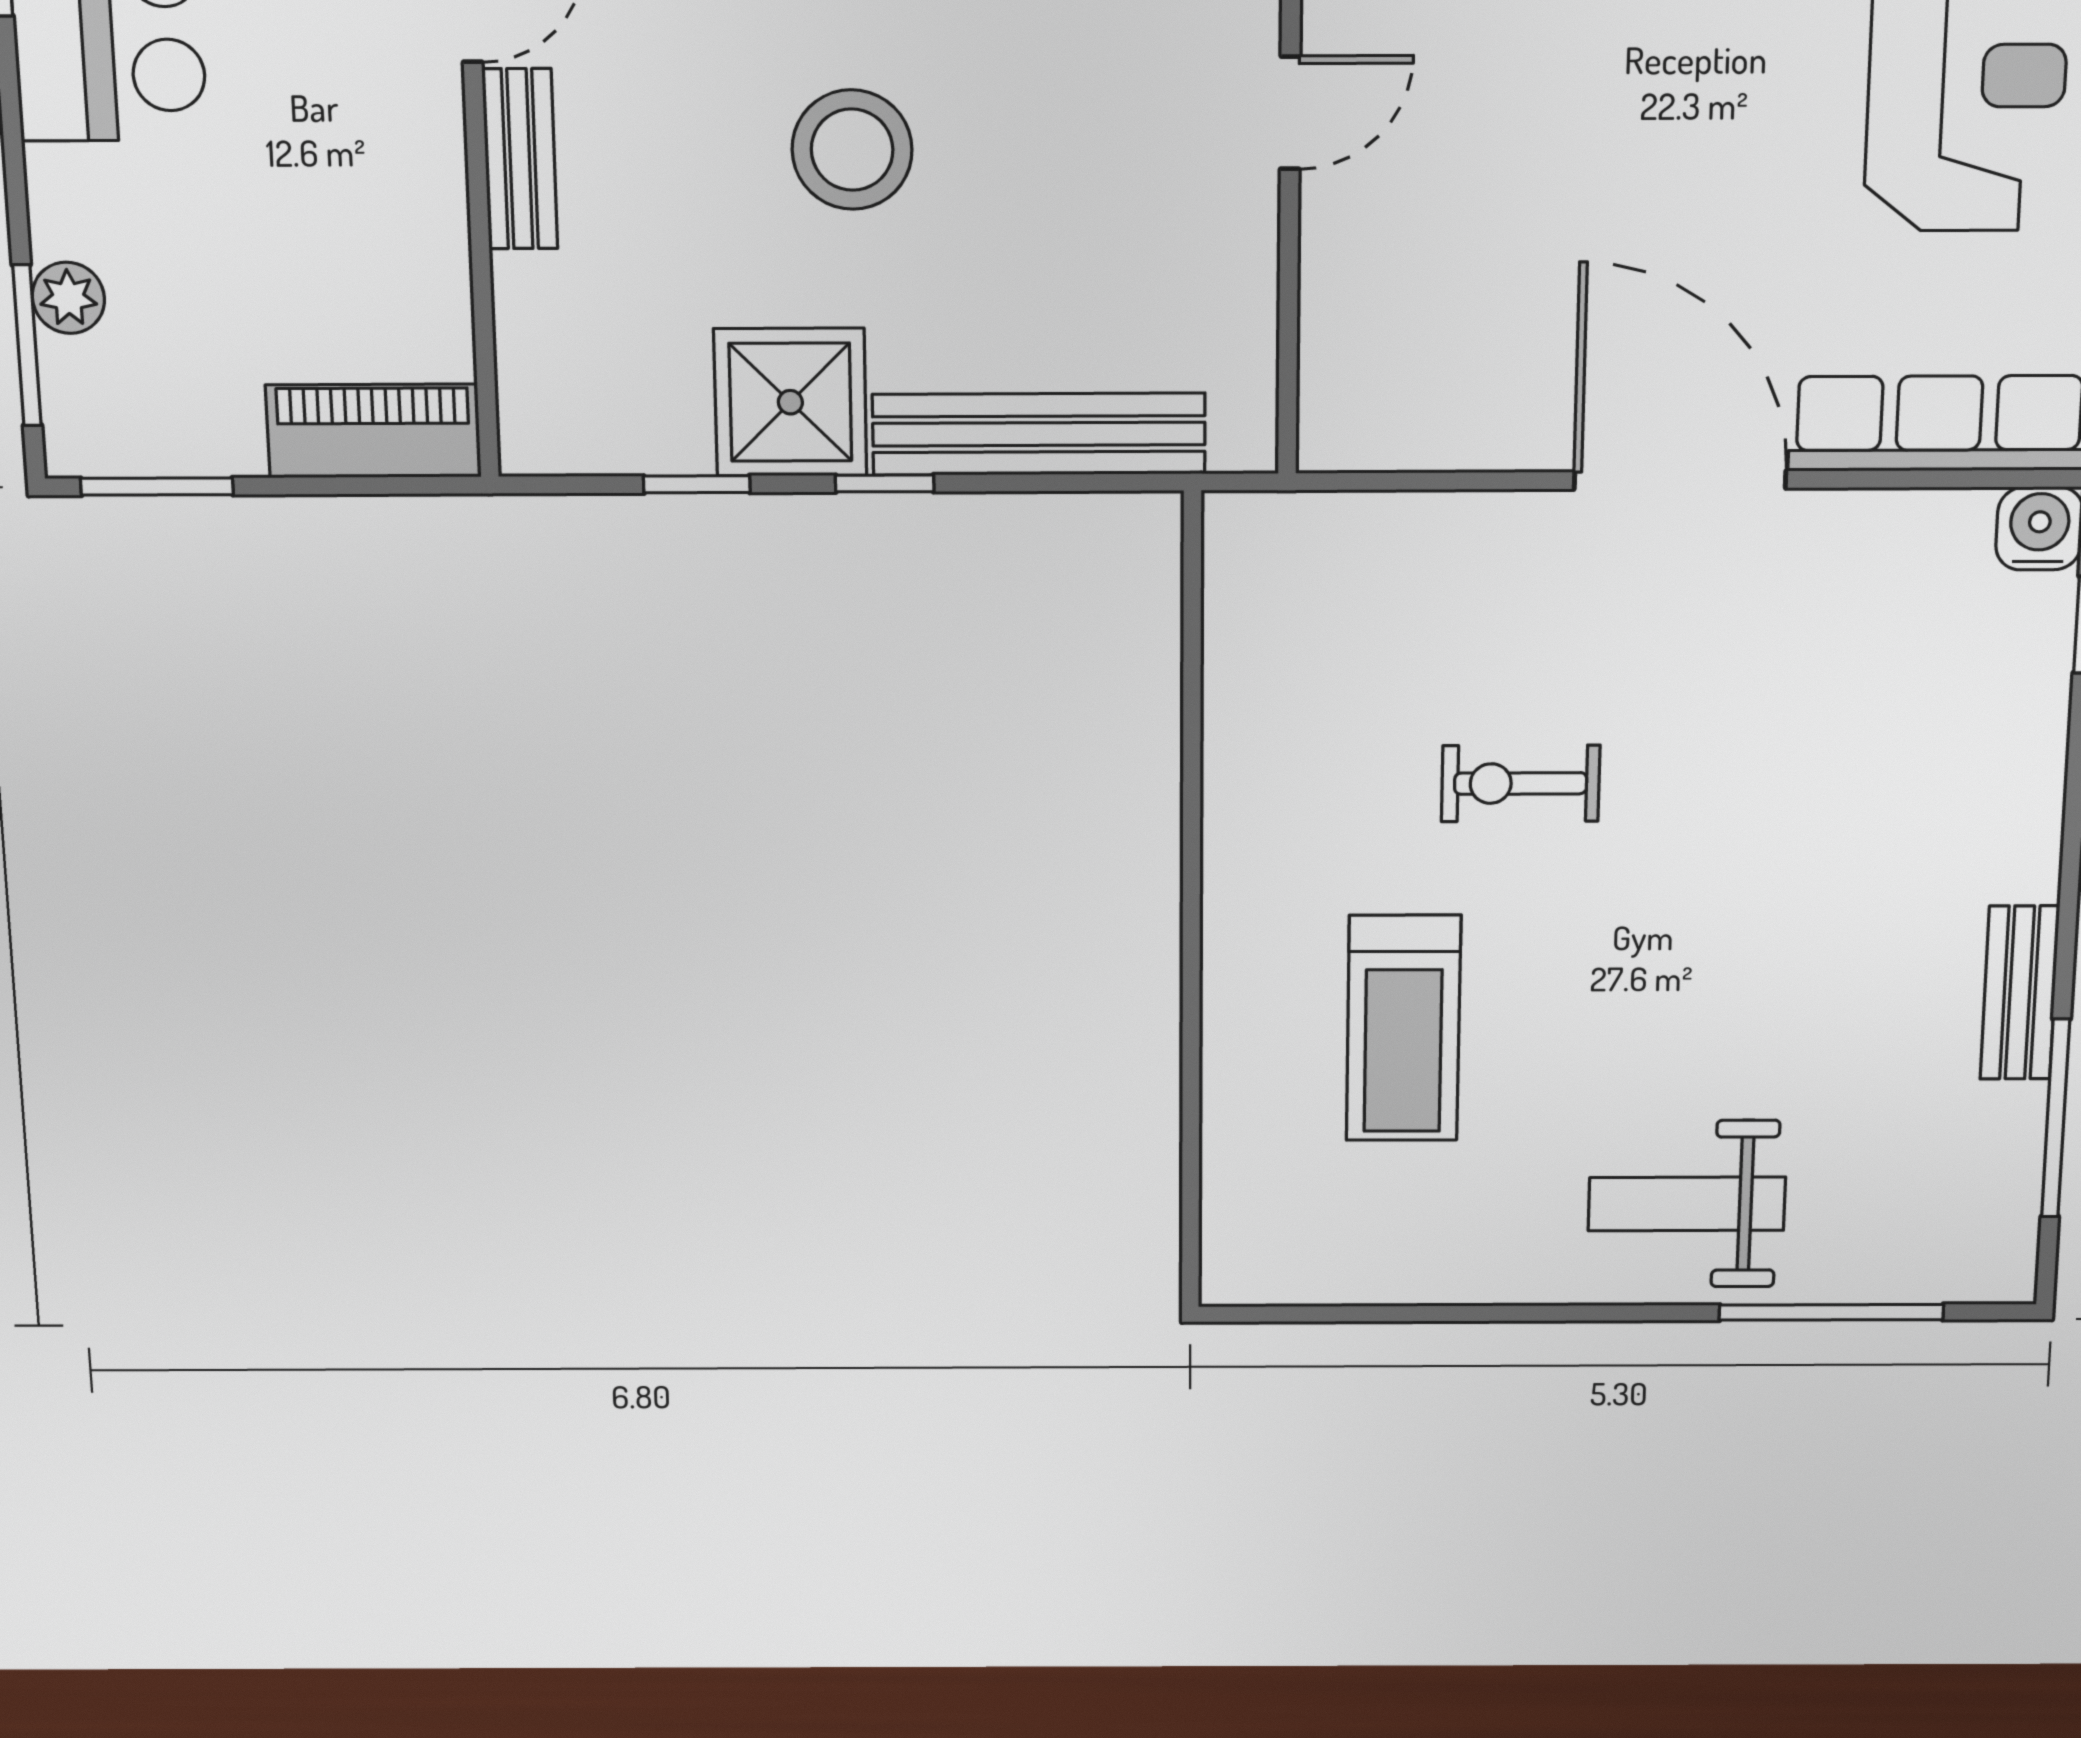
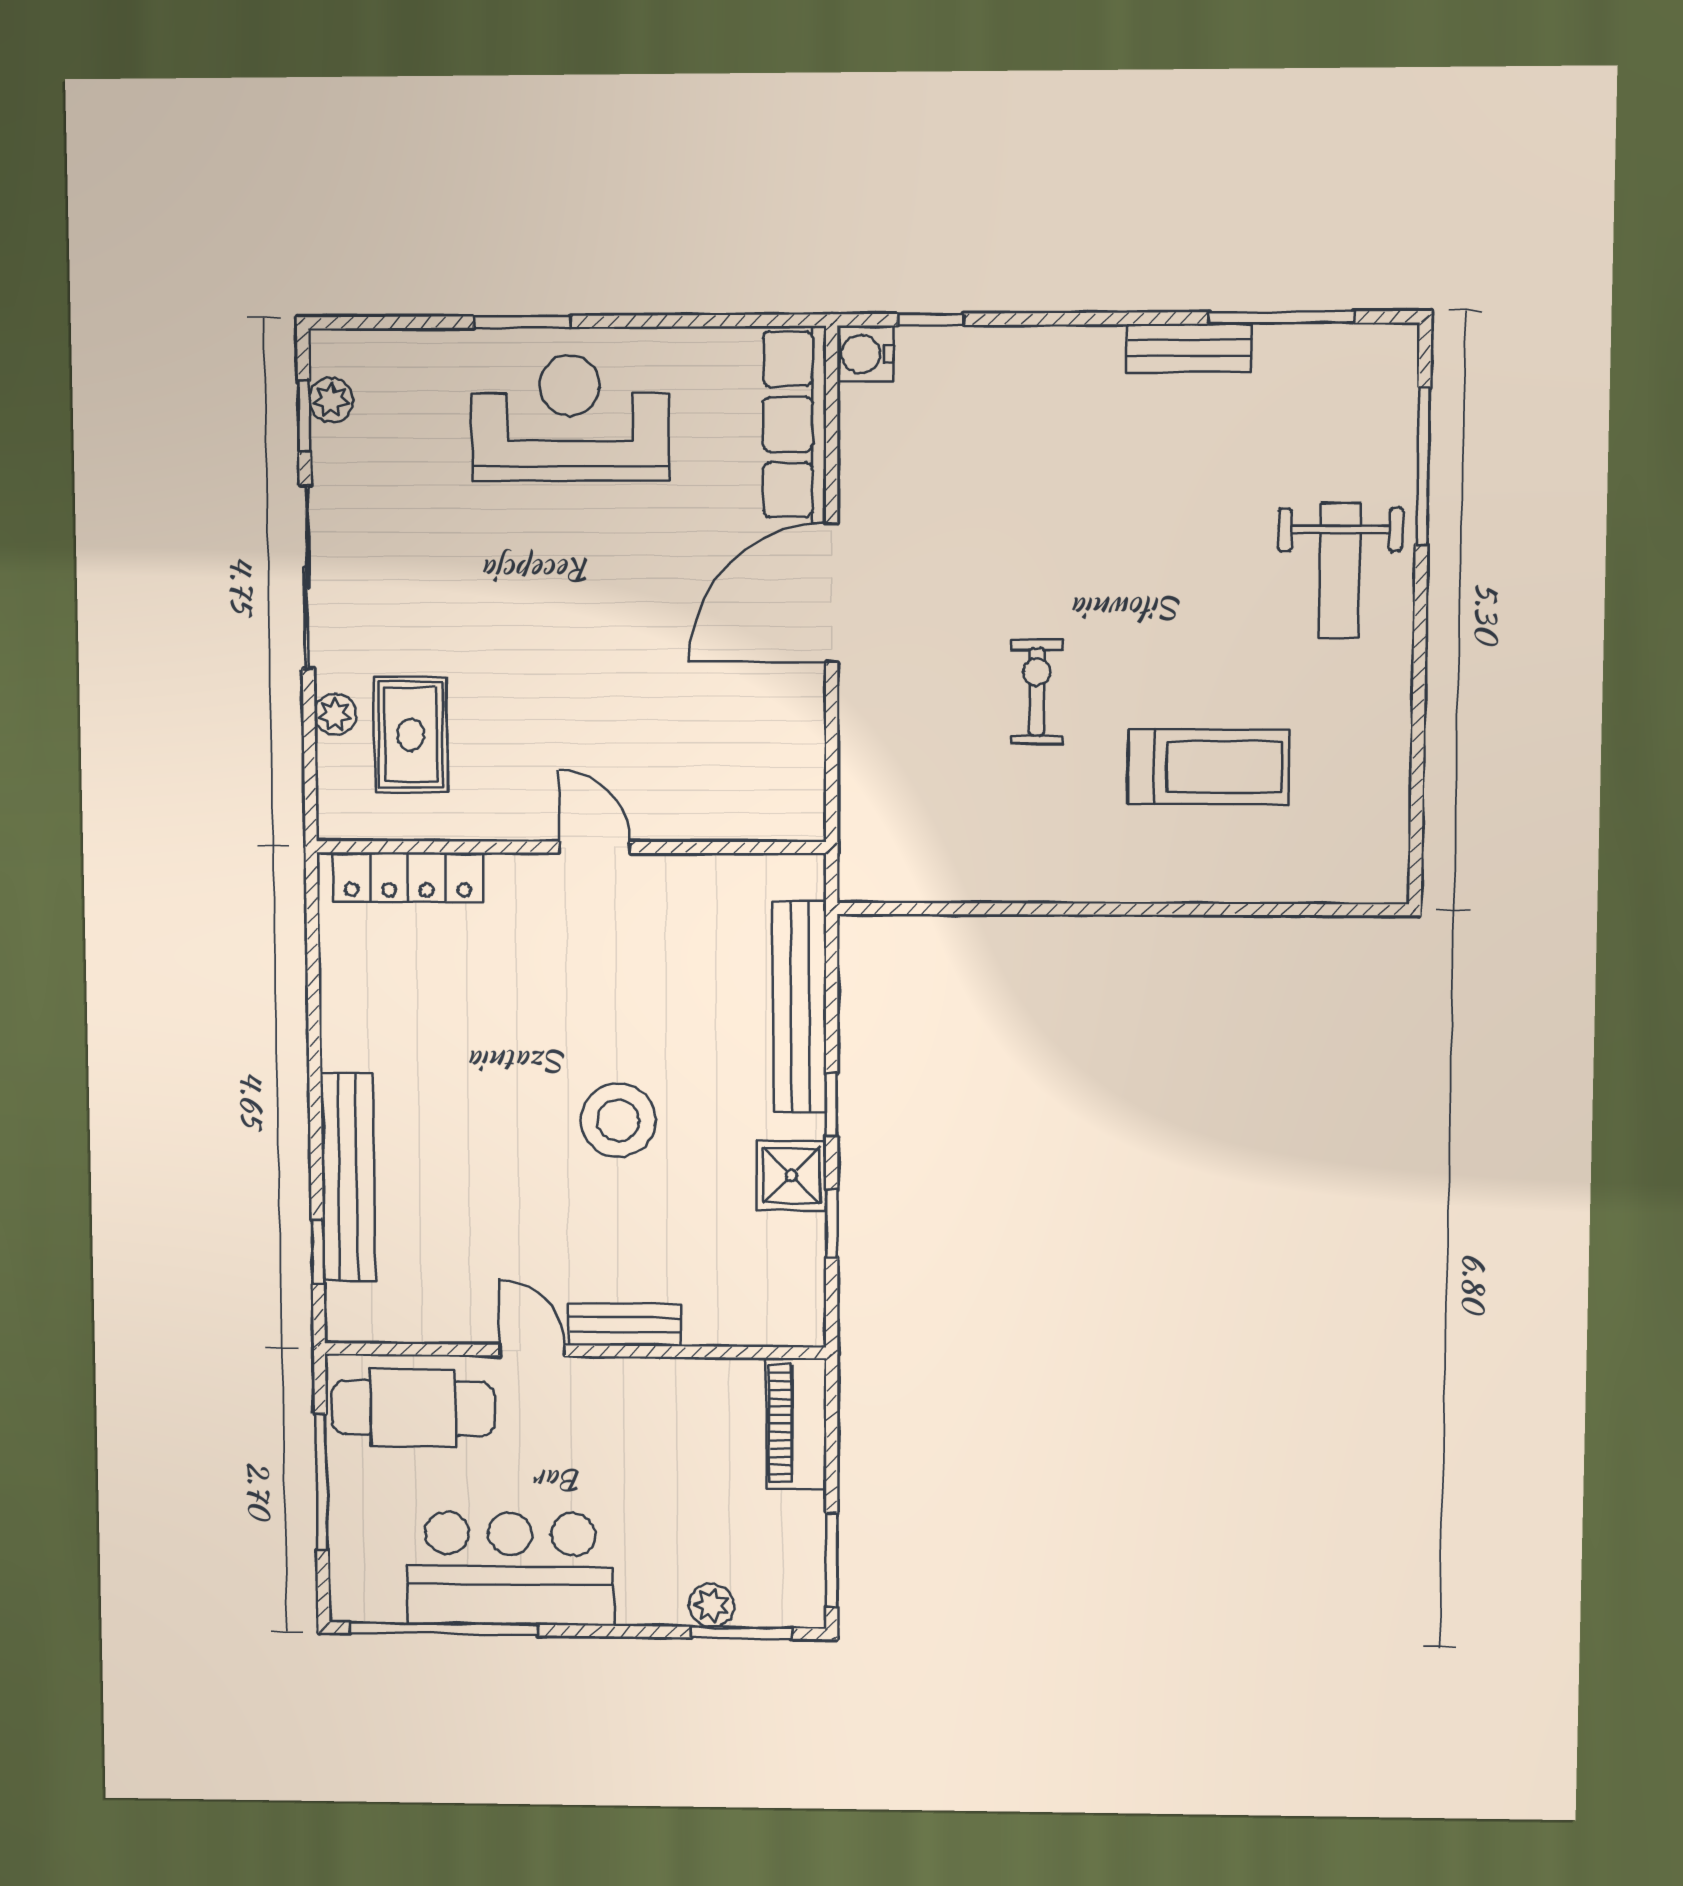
shower: (790, 402) -> (791, 1176), width x0.73, depth x0.73
exercise bike: (1521, 783) -> (1037, 692), turned 180

